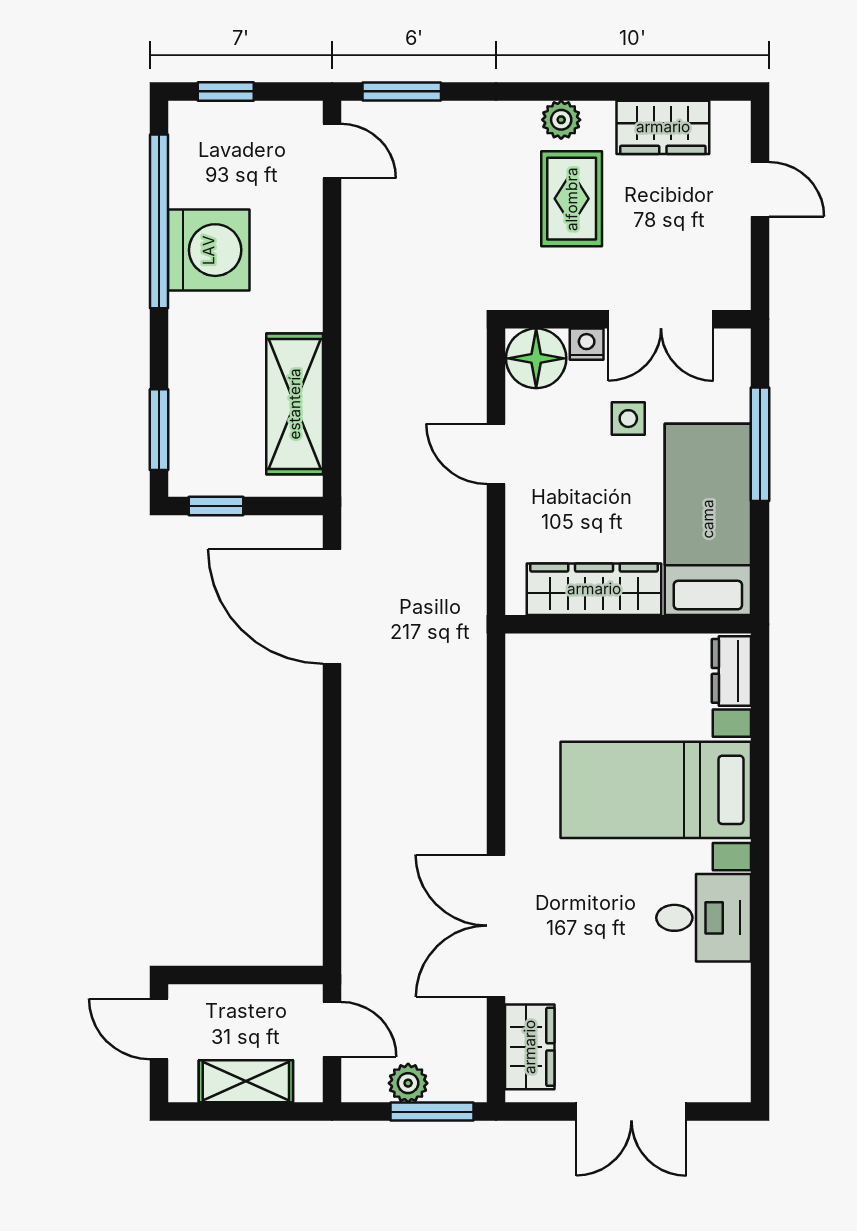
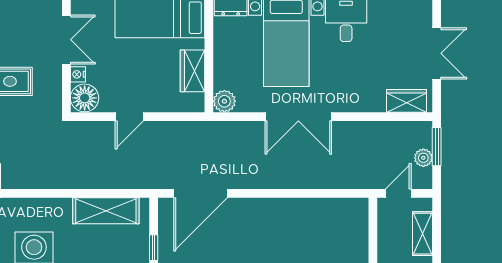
side table: (628, 419) -> (113, 55), removed
wardrobe: (594, 589) -> (193, 71), width x0.67
plant: (529, 657) -> (224, 101), added
double door: (496, 926) -> (298, 117), moved

